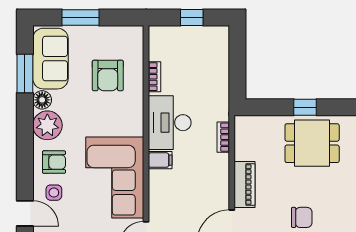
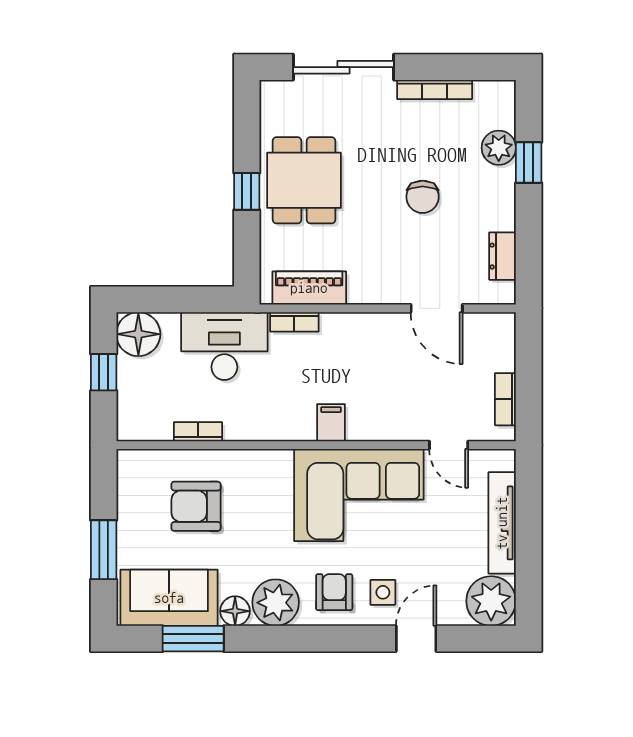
floor lamp: (216, 39) -> (138, 334), added
armchair: (108, 75) -> (196, 506), turned 180
desk: (170, 123) -> (224, 346), moved, turned 180
piano: (245, 185) -> (309, 288), moved
chair: (302, 217) -> (423, 197), turned 180

